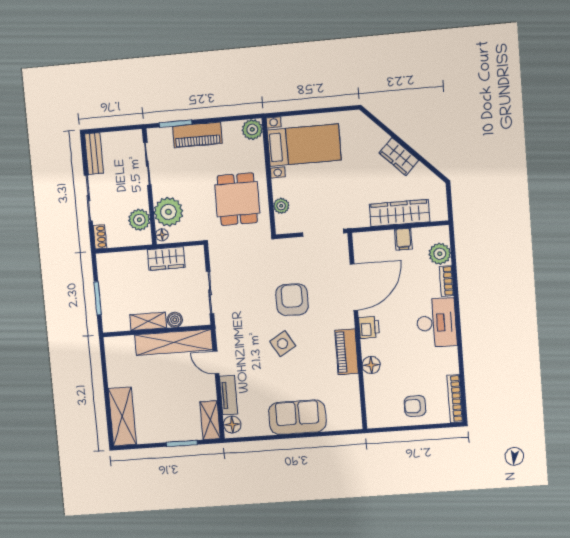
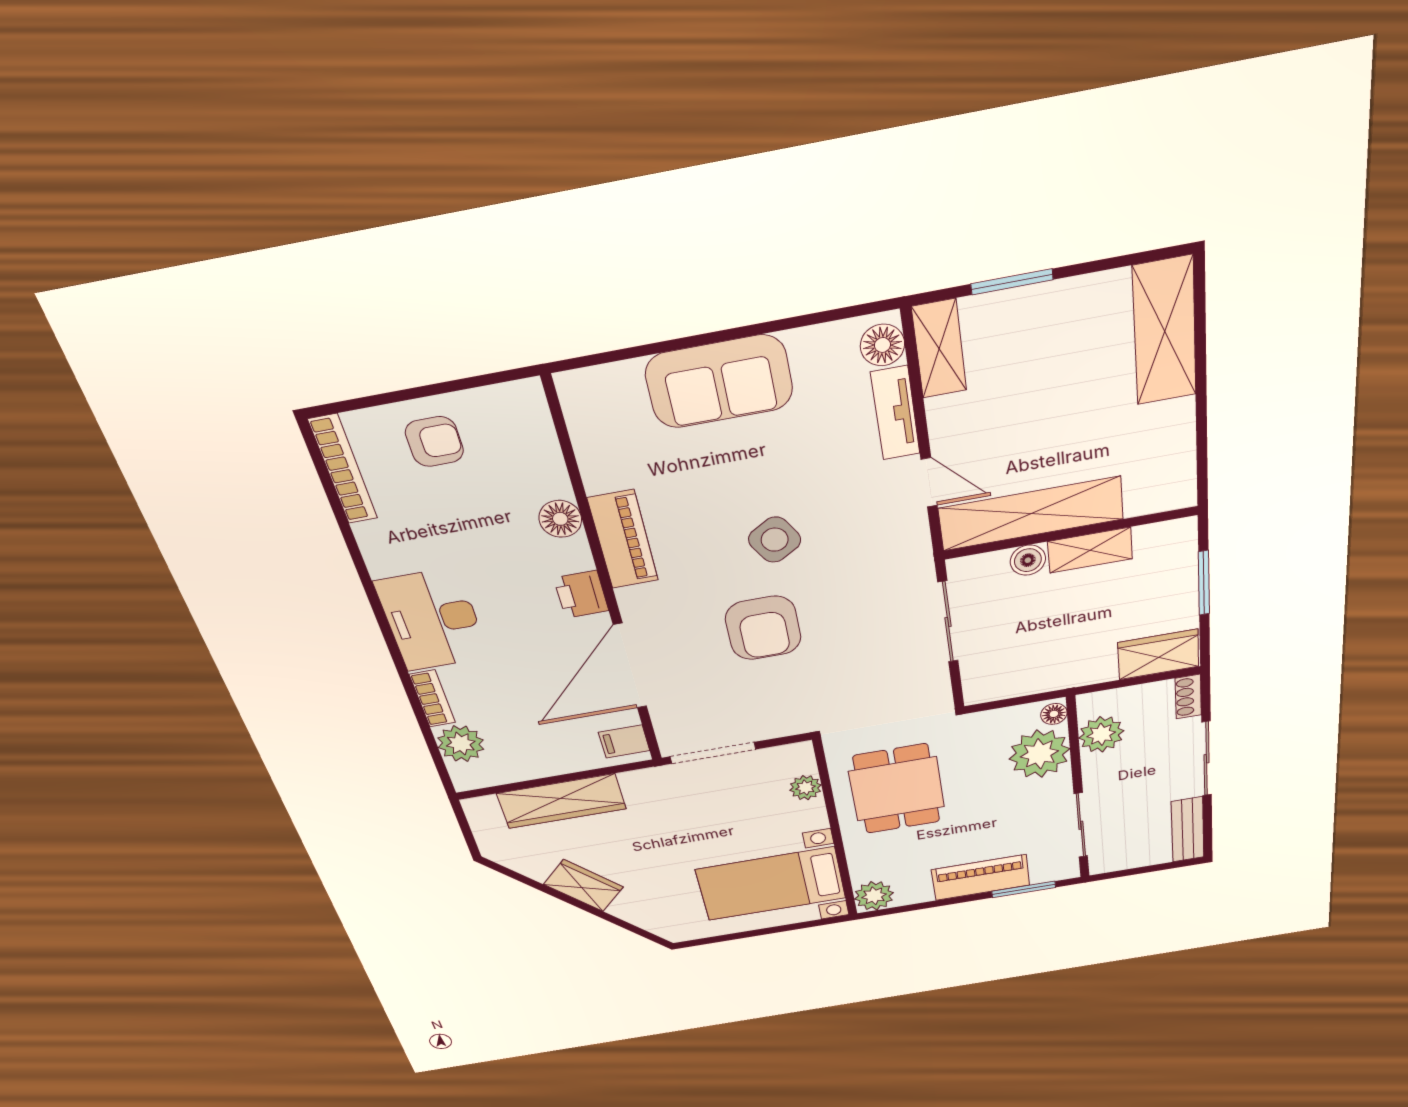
filing cabinet: (403, 239) -> (624, 741), moved, turned -90
wardrobe: (166, 258) -> (1158, 654), moved

